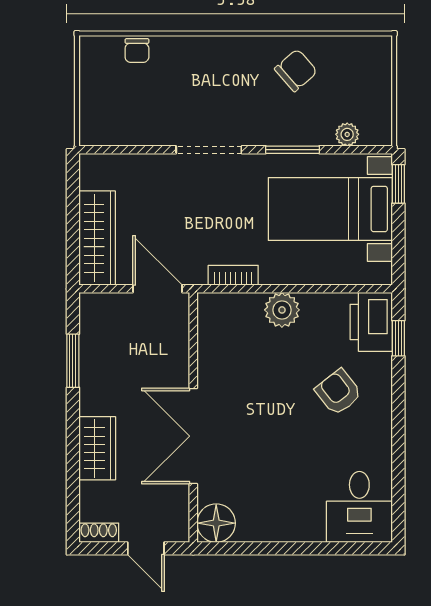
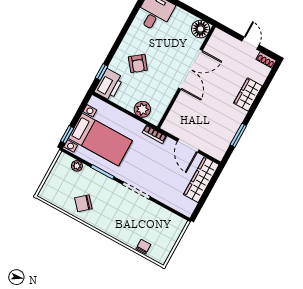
wall: (193, 417) -> (186, 77), moved
double door: (193, 436) -> (190, 69), moved
floor lamp: (216, 523) -> (201, 29), moved

